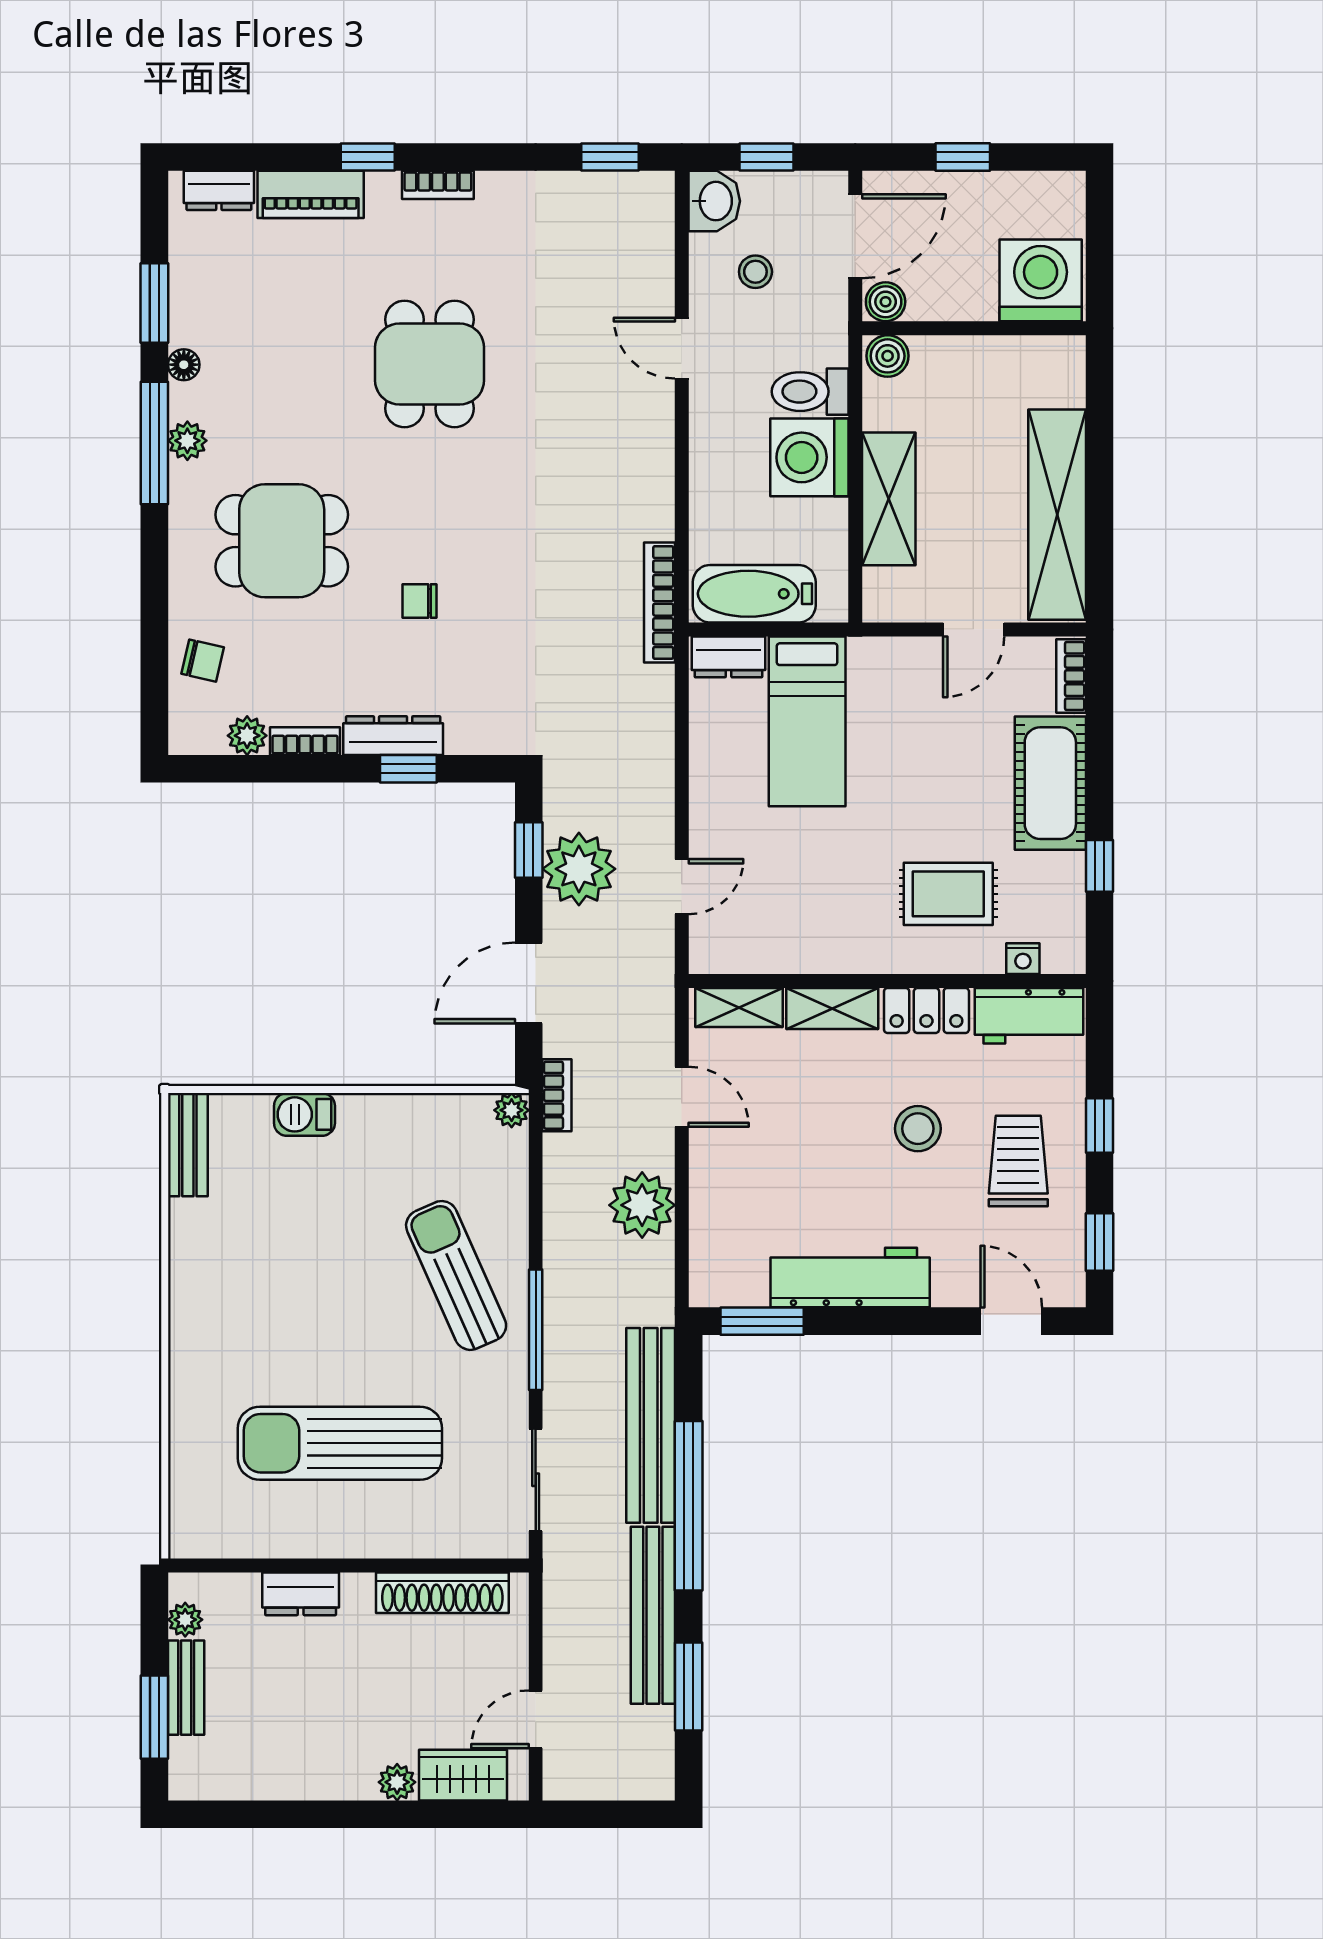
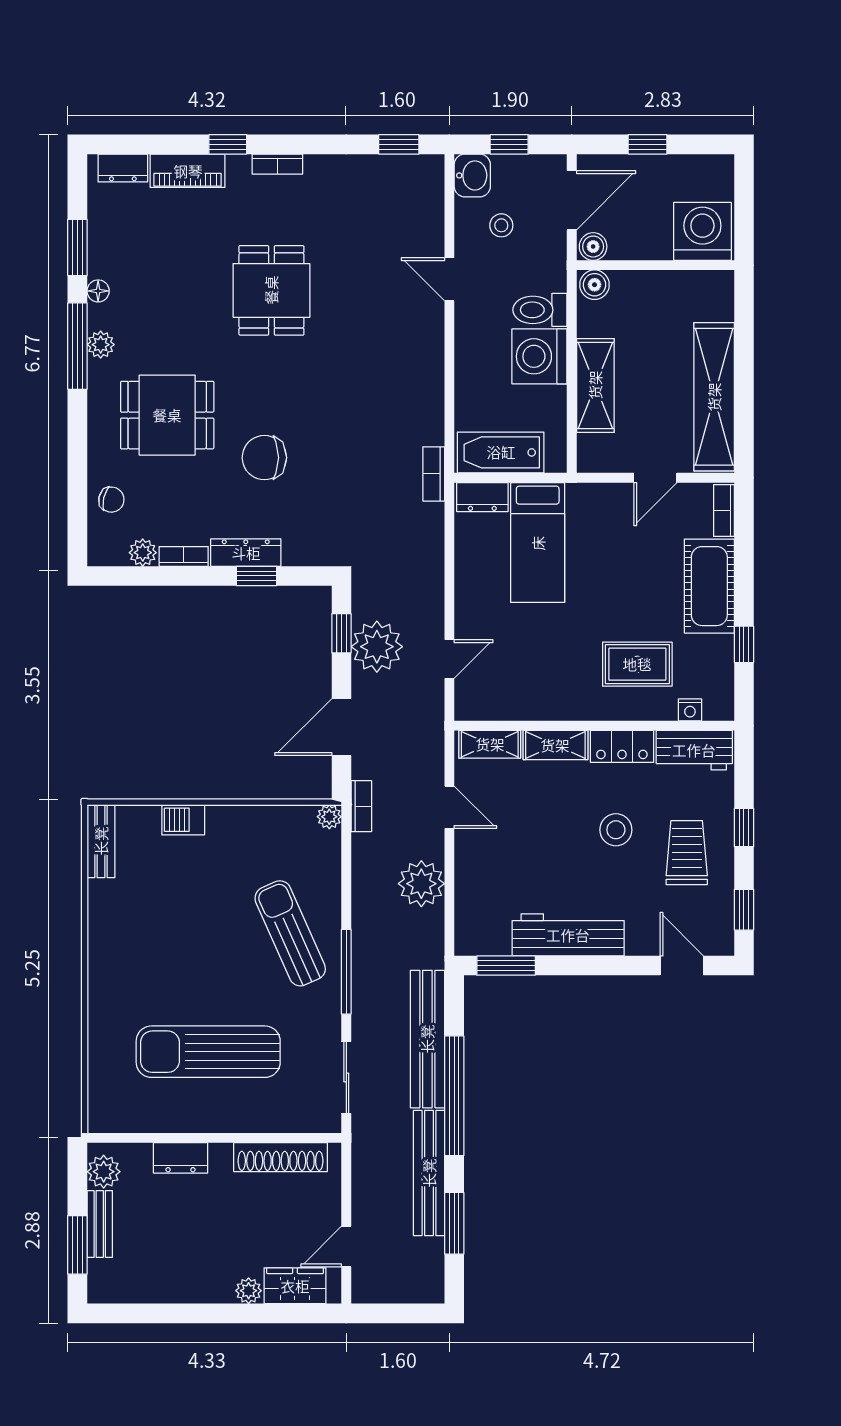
chair: (419, 601) -> (264, 458), width x1.87, depth x1.87
bookcase: (660, 602) -> (434, 474), width x0.64
plant: (185, 1620) -> (104, 1172), width x1.38, depth x1.38

